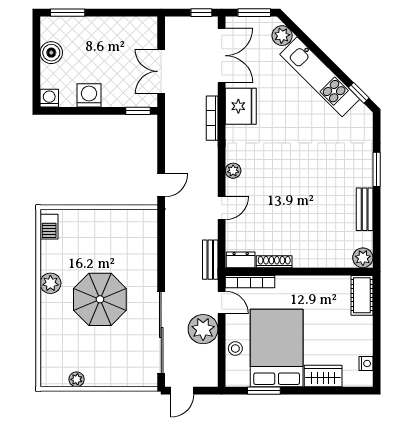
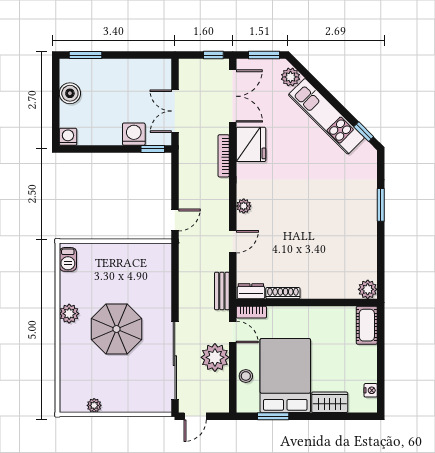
washing machine: (89, 95) -> (134, 134), moved
bench: (365, 209) -> (369, 243), removed
bookcase: (250, 282) -> (251, 312), width x0.64

